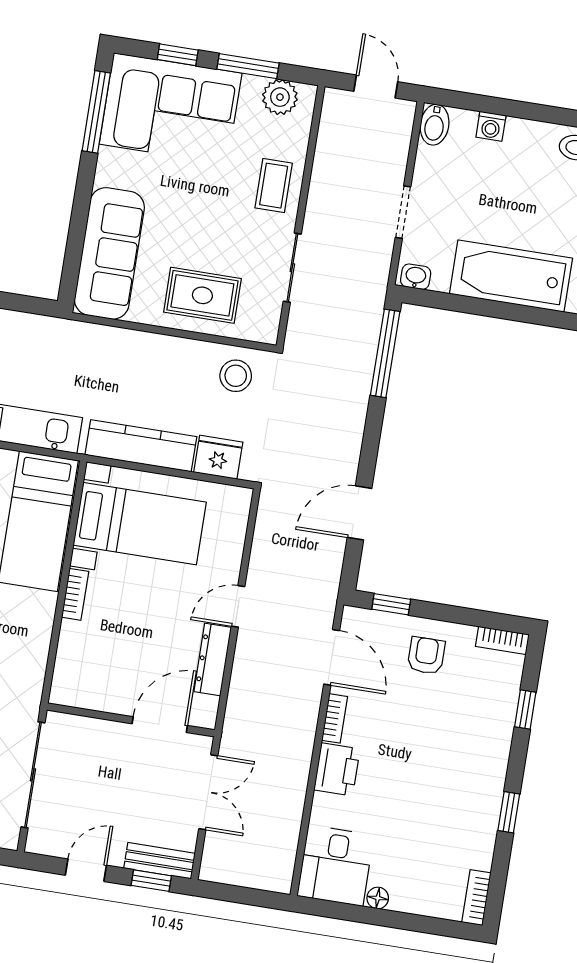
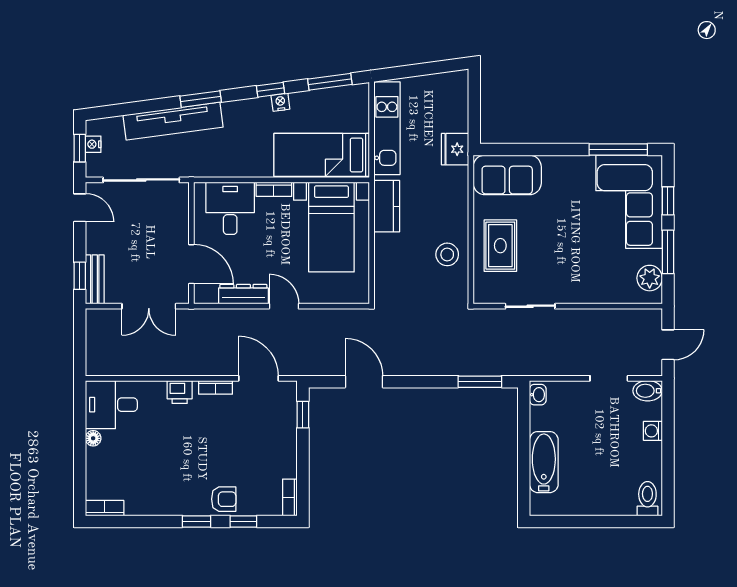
coffee table: (274, 186) -> (586, 284), removed
doorway: (403, 212) -> (609, 378), moved
sofa: (109, 253) -> (507, 175), width x0.73
bathtub: (511, 276) -> (544, 462), width x0.73, depth x0.73
window: (385, 353) -> (480, 382), width x0.69
stool: (236, 376) -> (447, 254), moved
kitchen counter: (141, 446) -> (387, 206), width x0.67
fridge: (218, 457) -> (455, 149), moved, turned 180
armchair: (426, 656) -> (224, 499), moved
door: (332, 657) -> (258, 378), swing flipped
desk: (92, 659) -> (230, 208), added
printer: (337, 769) -> (180, 392), width x0.73, depth x0.81
window: (509, 812) -> (196, 521), moved
door: (86, 870) -> (80, 208), moved

